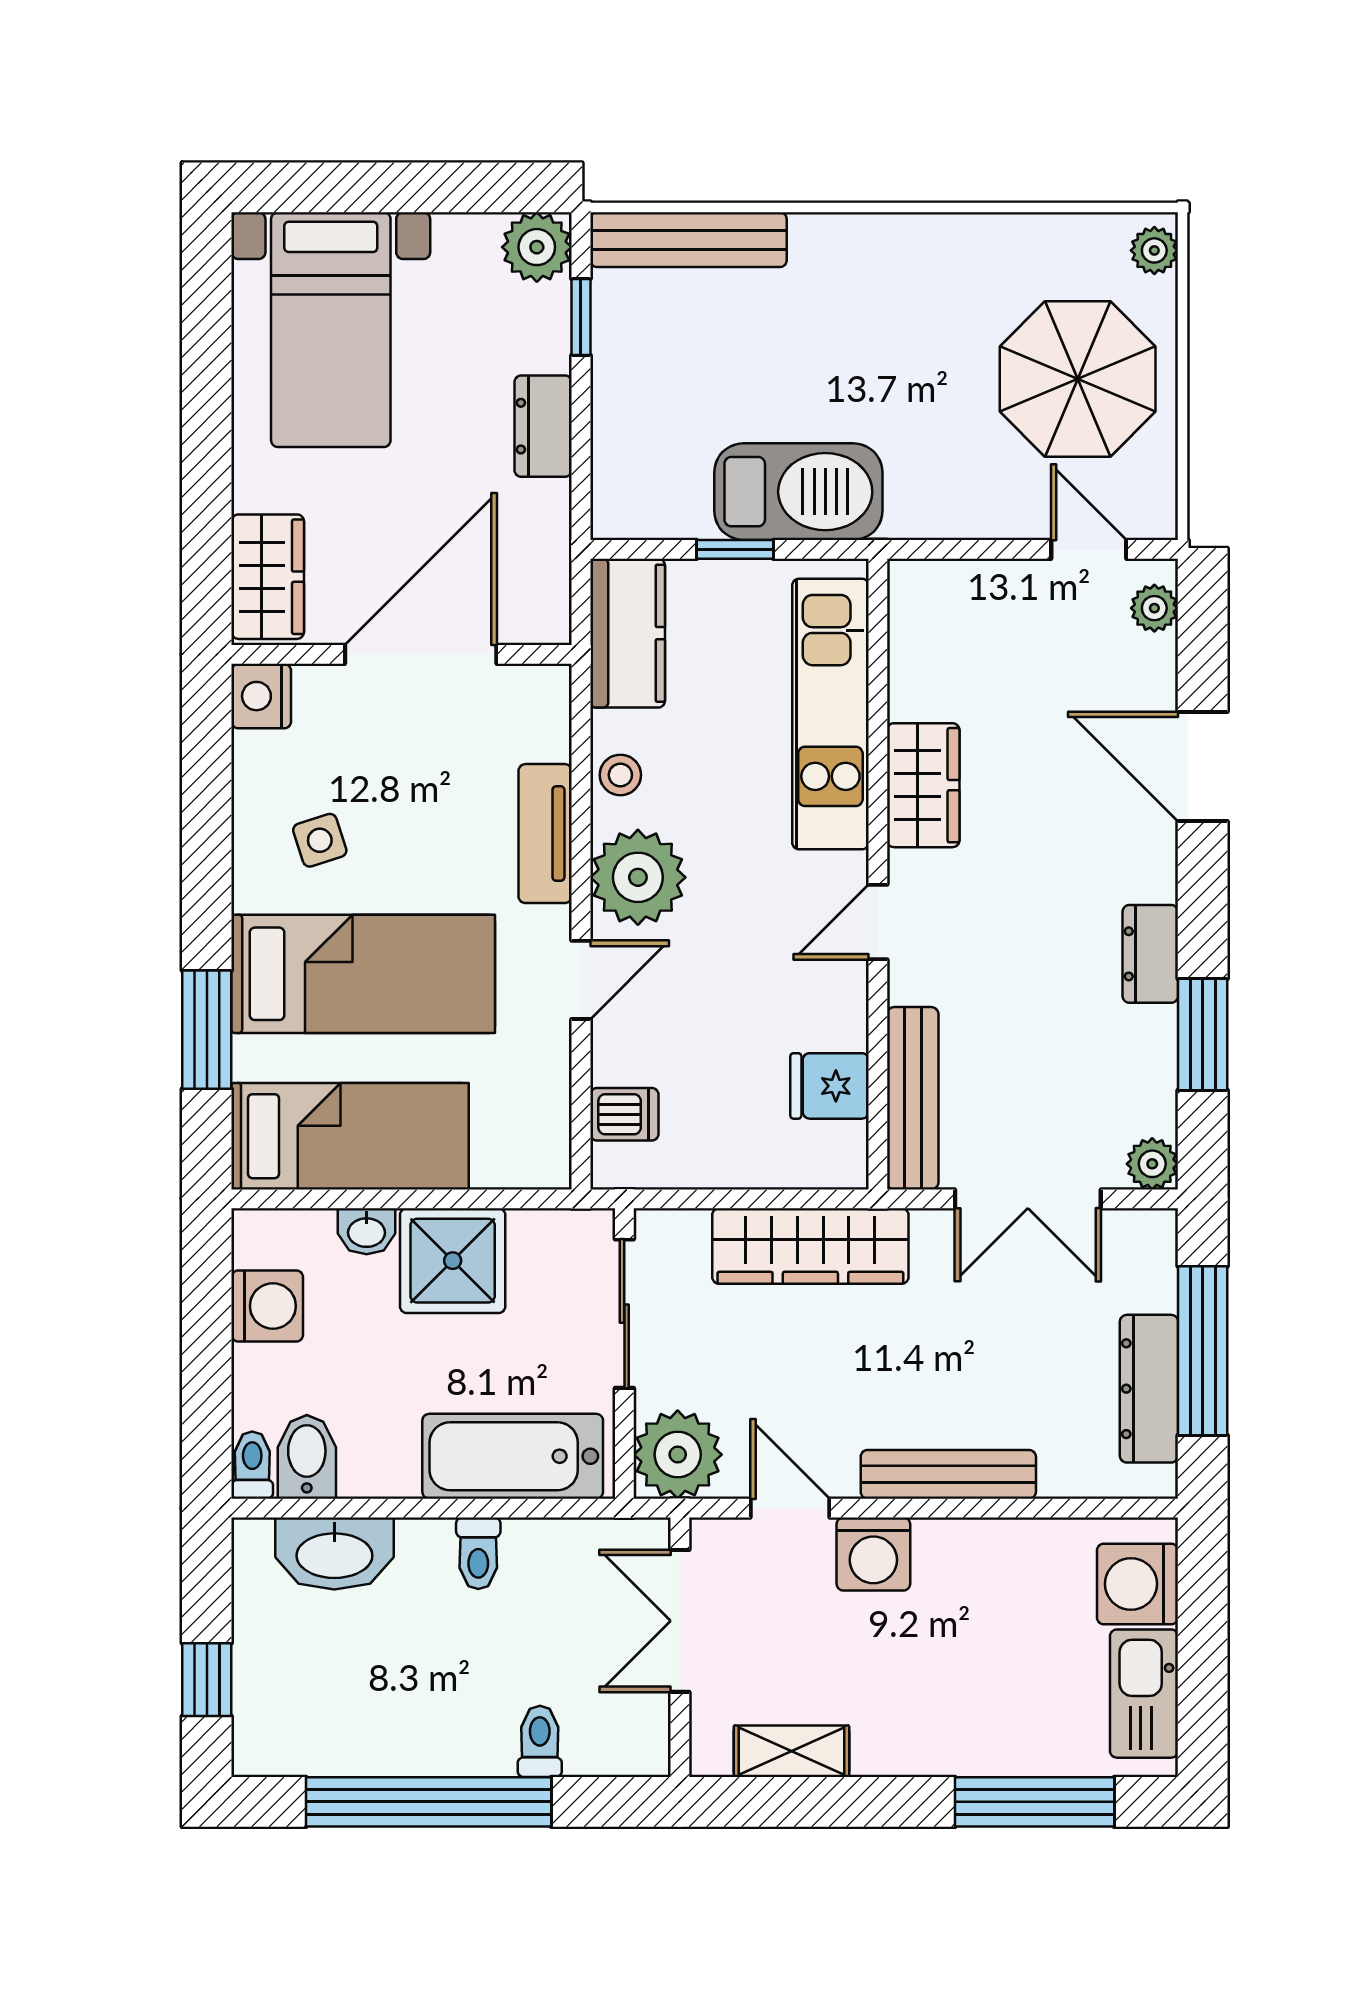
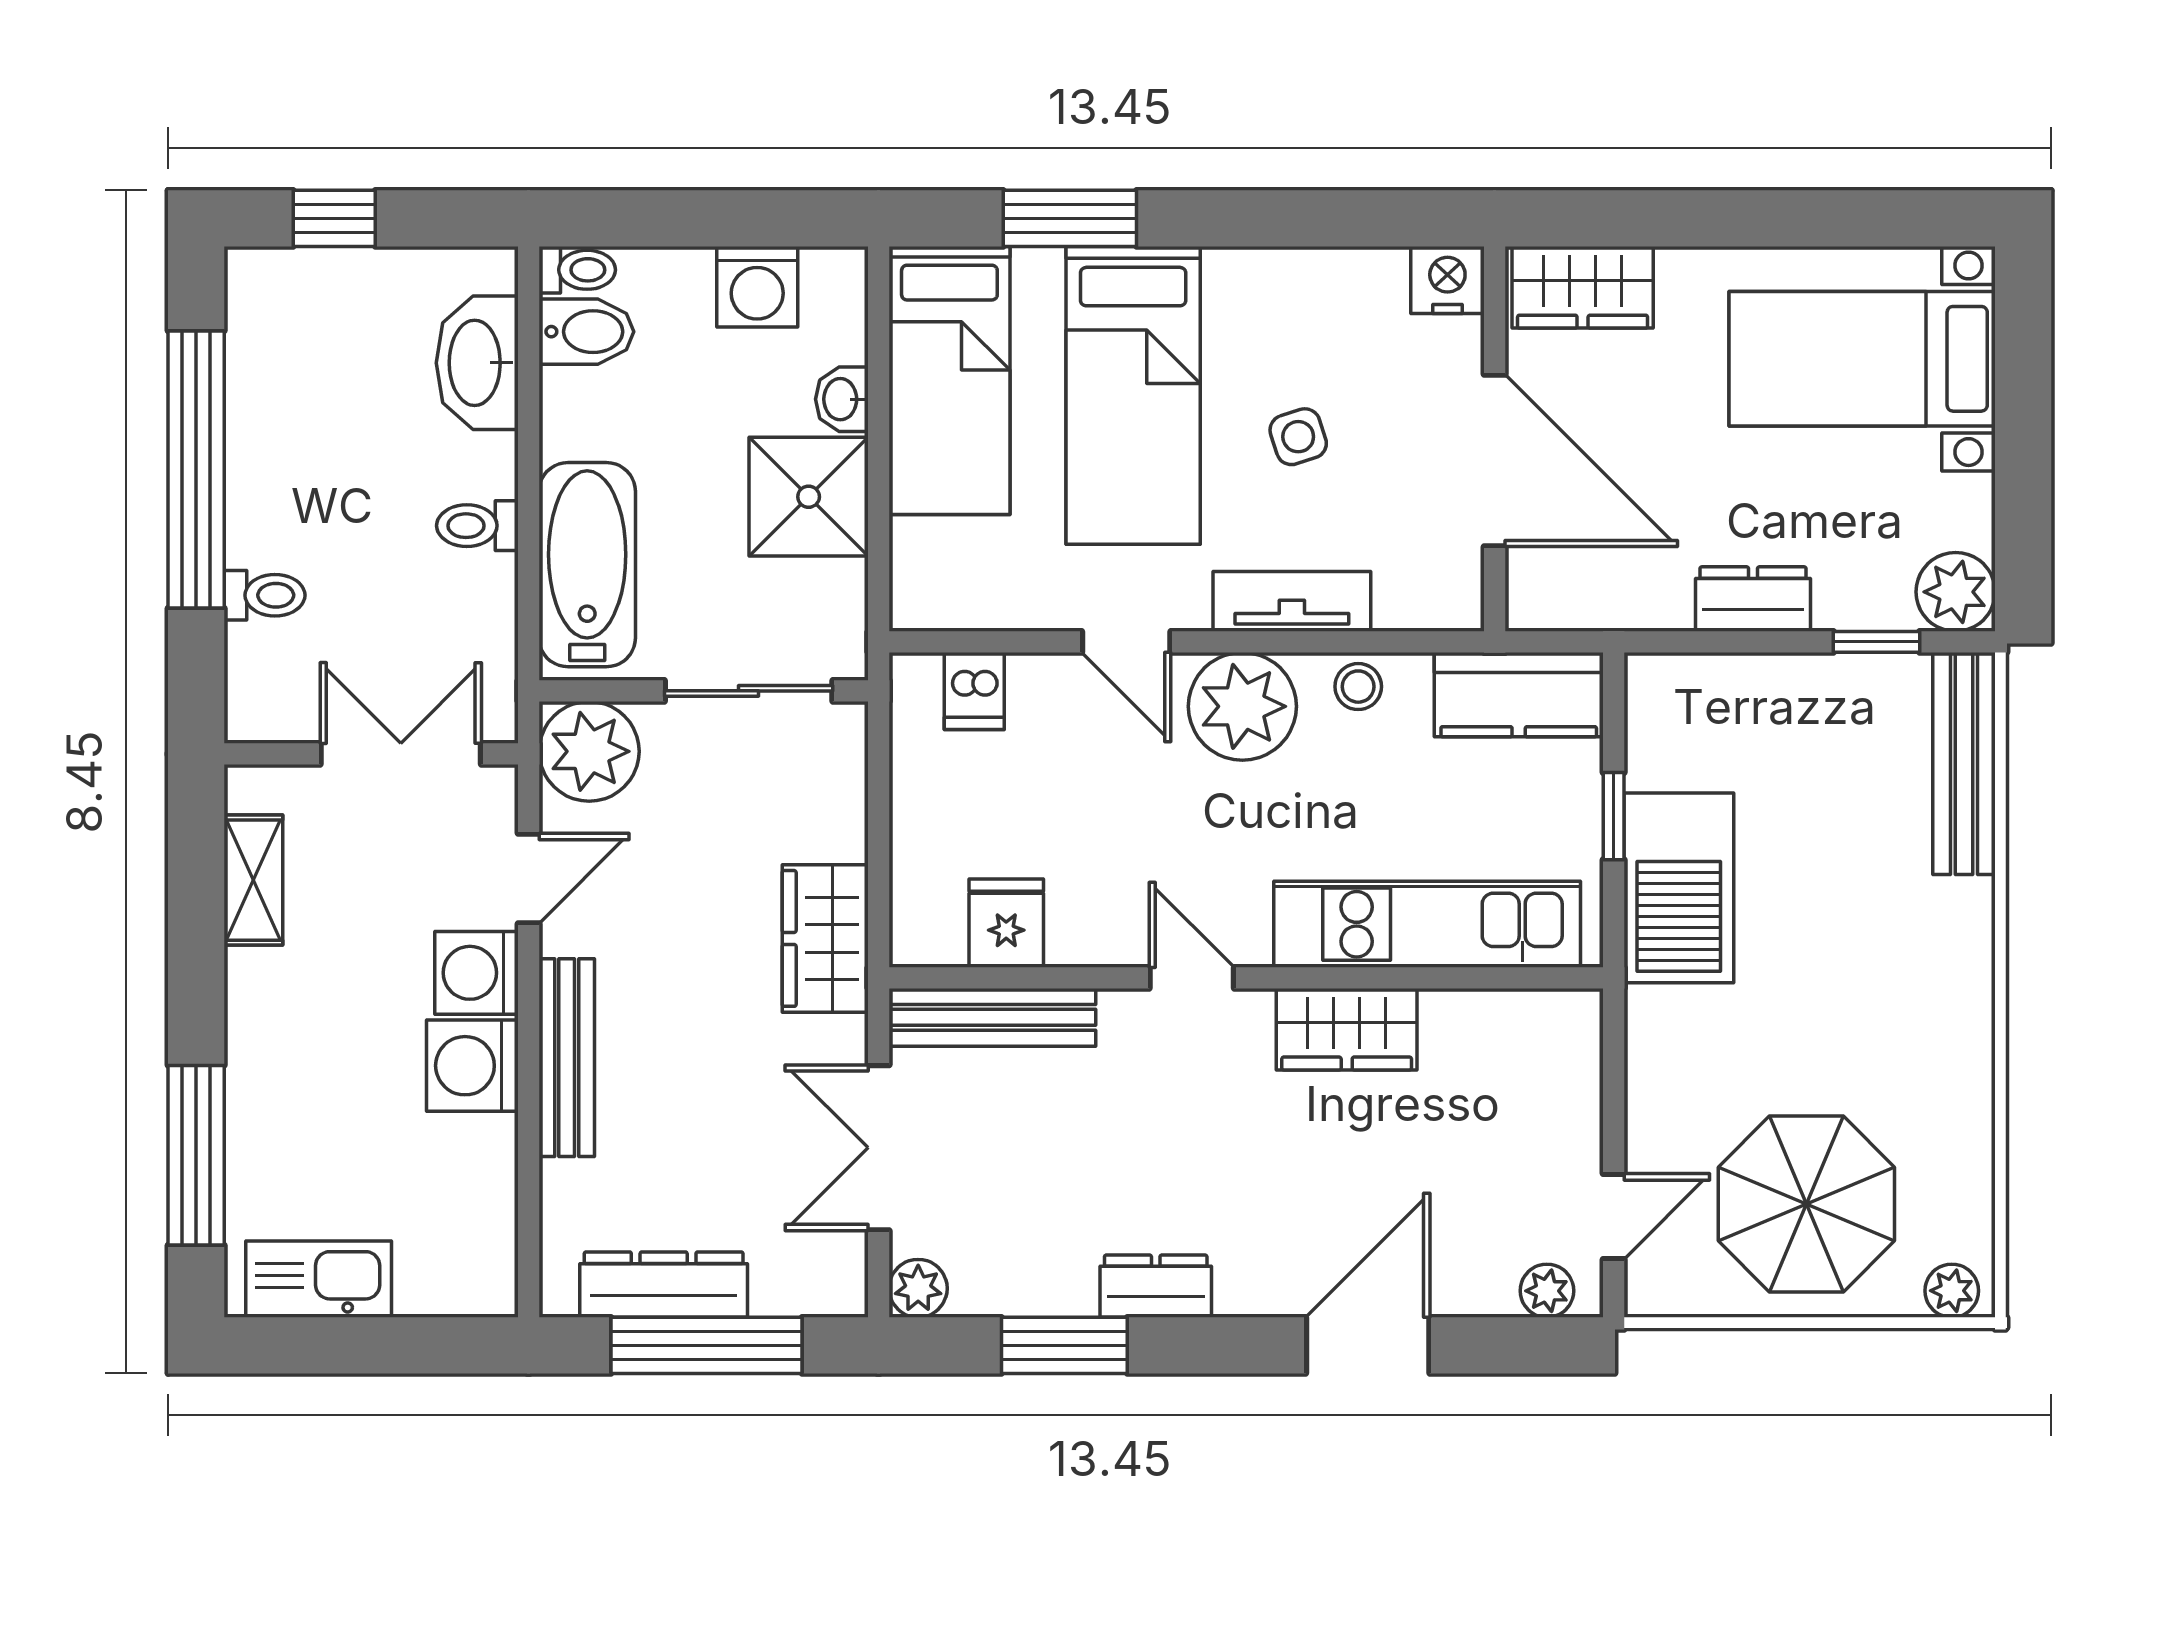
side table: (320, 840) -> (1298, 437), moved
wardrobe: (810, 1246) -> (825, 938), width x0.67
washing machine: (1137, 1584) -> (472, 1066), moved, turned -90

